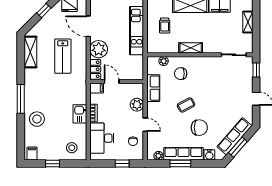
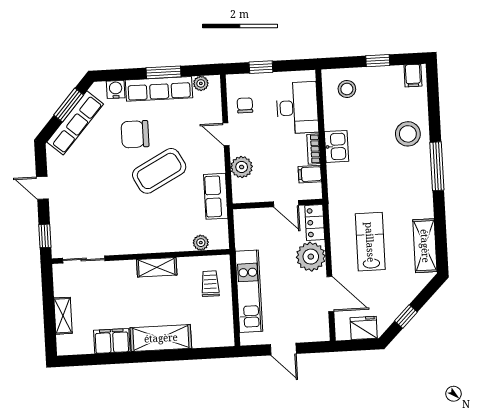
trolley: (165, 25) -> (210, 284), moved
chair: (181, 74) -> (171, 223), removed
filing cabinet: (97, 88) -> (310, 174), moved
coffee table: (186, 105) -> (159, 171), width x1.86, depth x1.72

